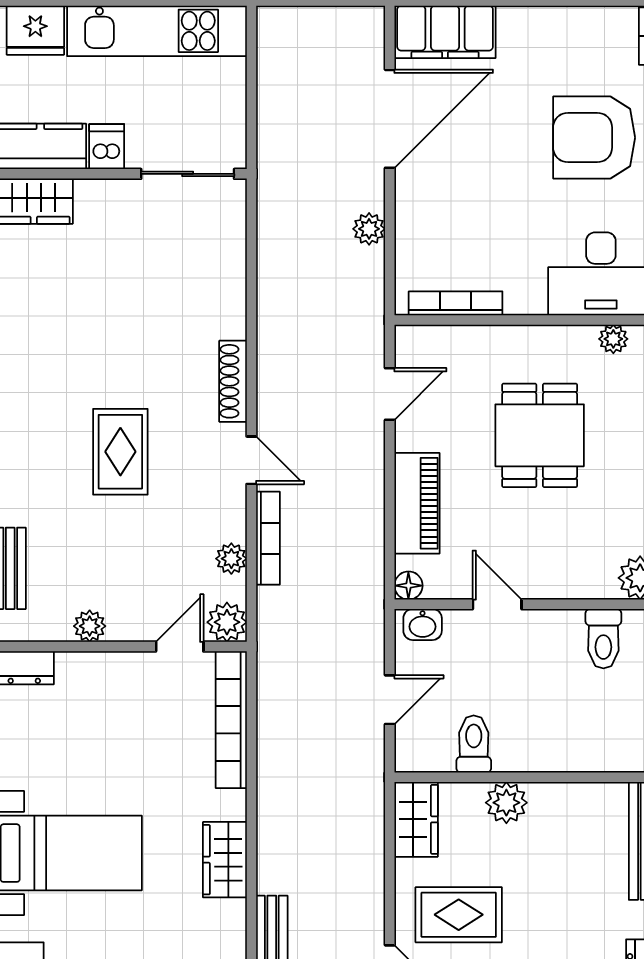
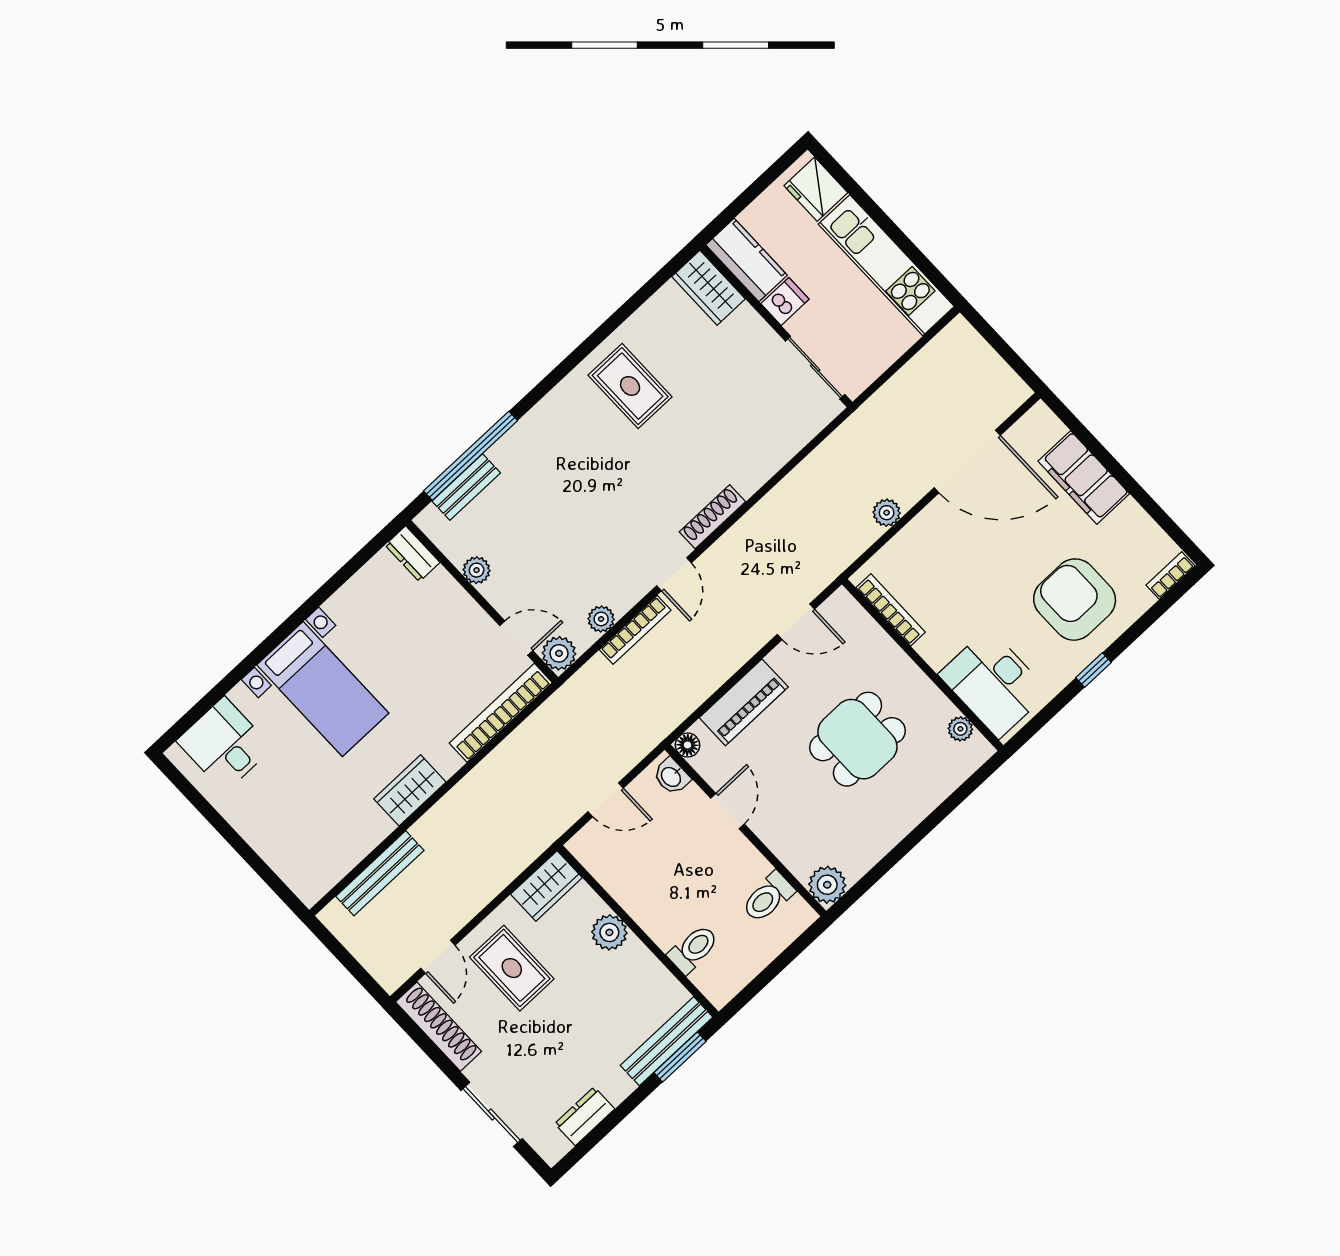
filing cabinet: (445, 32) -> (1084, 477), moved
rug: (120, 452) -> (630, 386), moved, turned 90
toilet: (474, 744) -> (693, 949), moved

